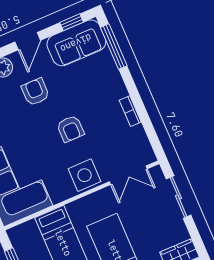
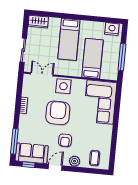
armchair: (70, 129) -> (58, 113), width x1.88, depth x1.88

